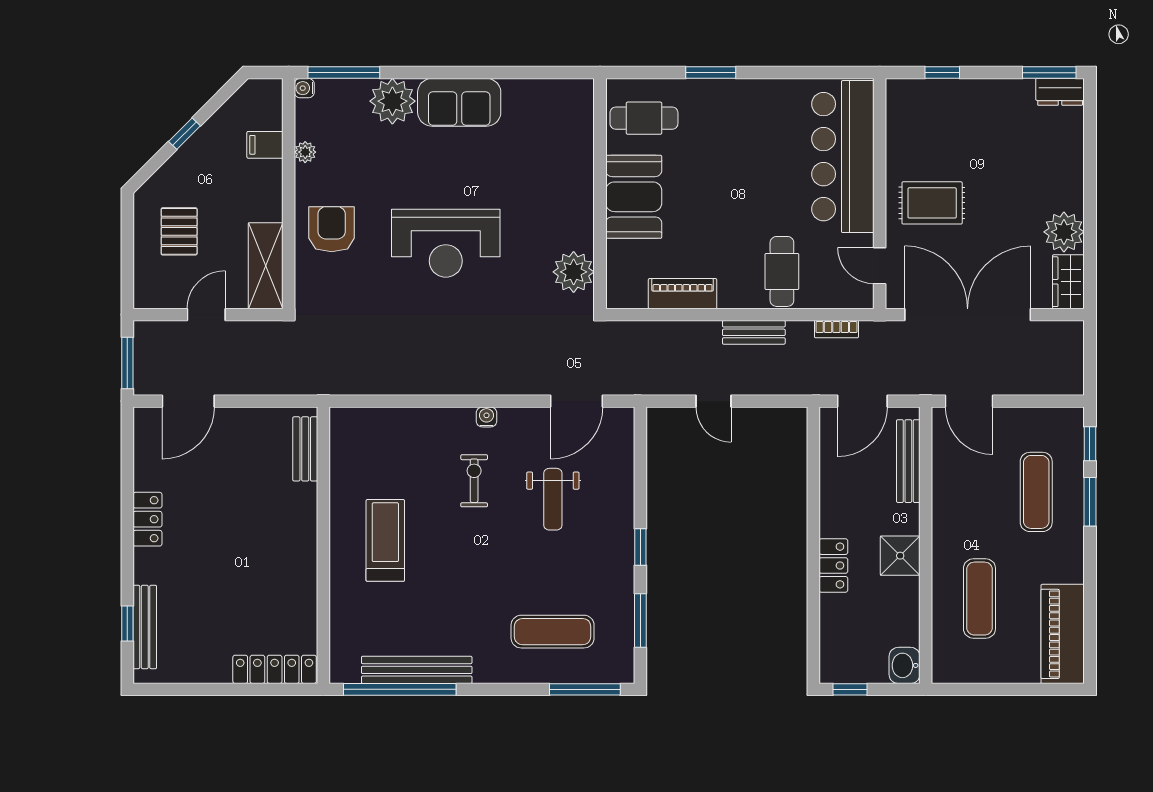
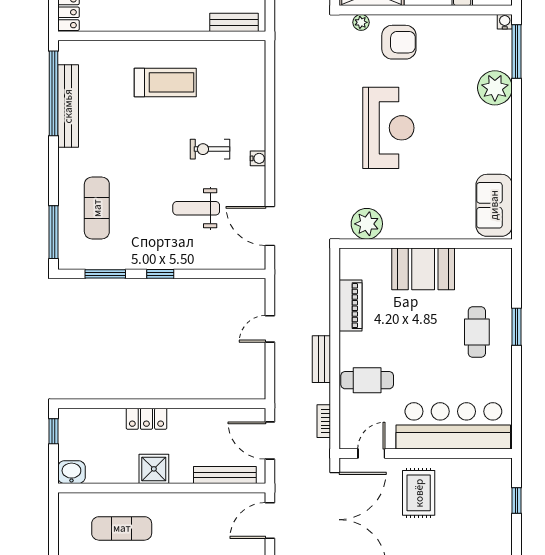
sofa: (459, 102) -> (494, 205), moved
cafe table: (644, 118) -> (477, 332), moved
plant: (305, 152) -> (361, 22), moved
reception desk: (446, 243) -> (388, 128), turned 180
exercise bike: (474, 481) -> (210, 149), turned 180

